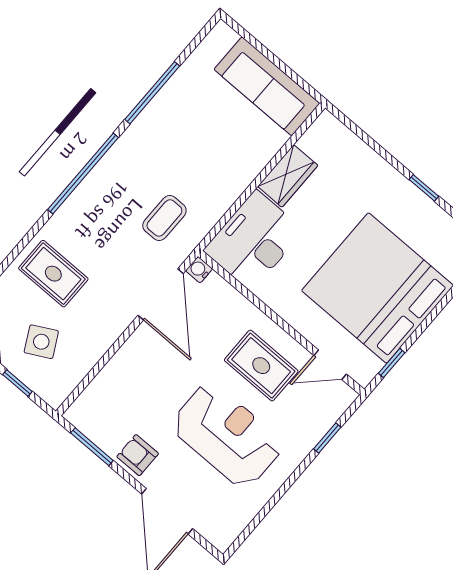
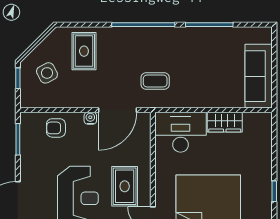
water cooler: (199, 270) -> (90, 118), moved
armchair: (138, 455) -> (56, 128), moved, turned -90

